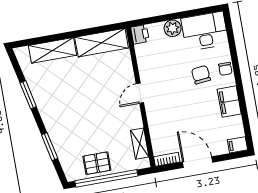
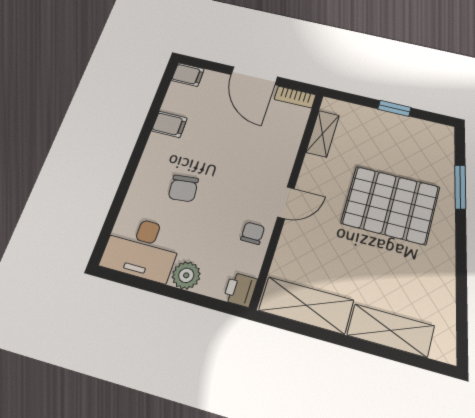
chair: (225, 69) -> (253, 233), moved
window: (28, 95) -> (461, 279), removed
filing cabinet: (229, 102) -> (169, 124), width x0.50
pallet: (97, 163) -> (390, 205), moved, width x2.05, depth x2.00
window: (106, 178) -> (394, 108), width x0.32

